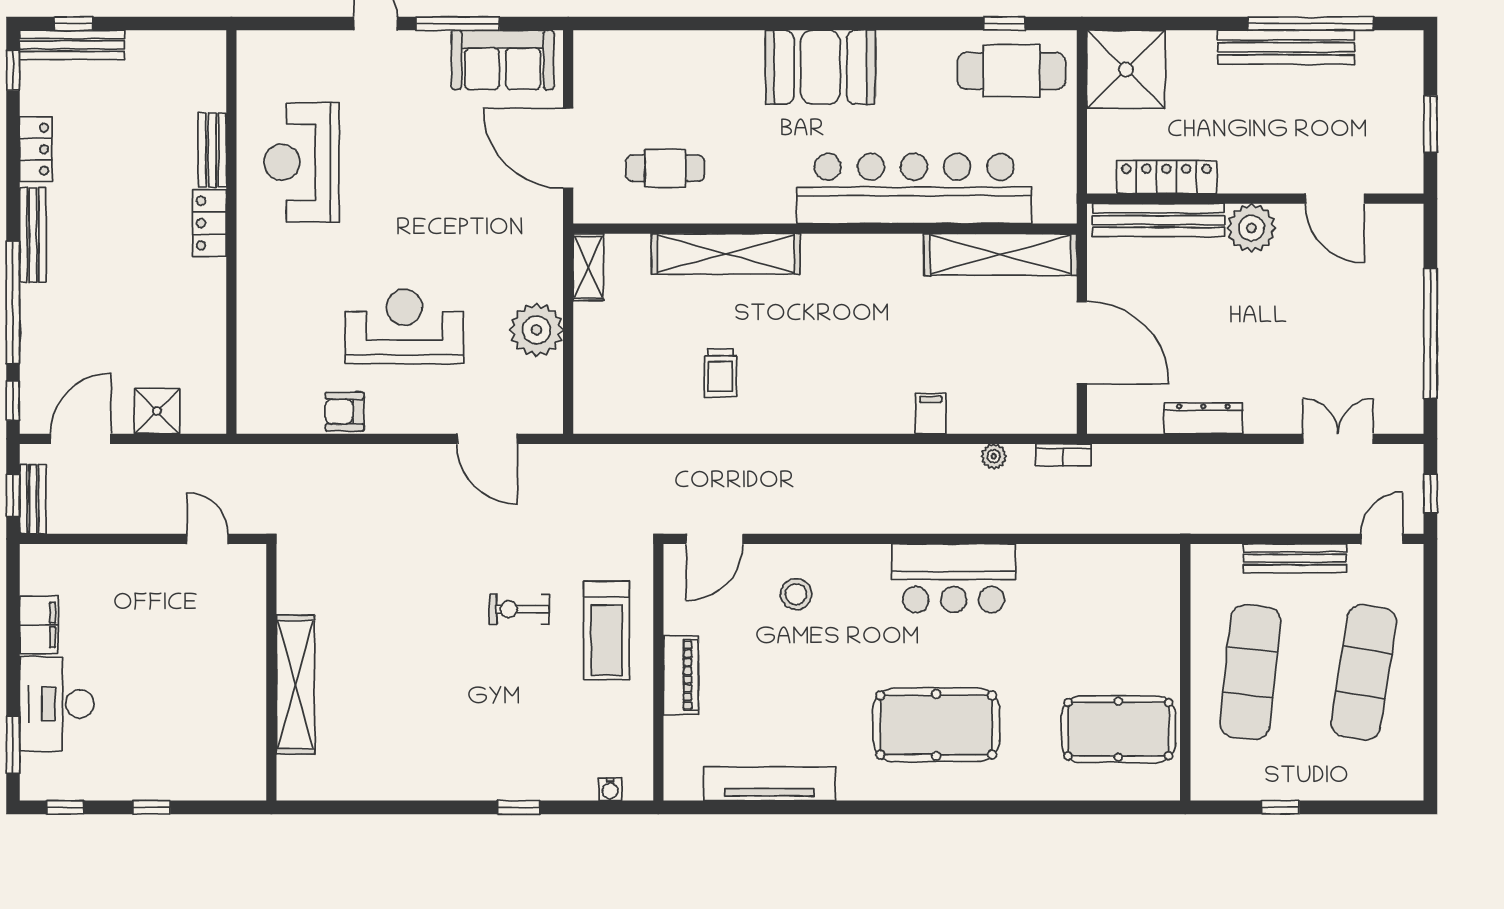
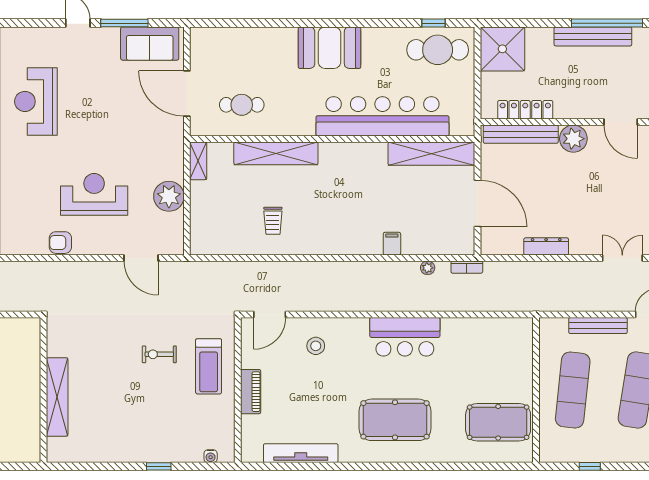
wall: (271, 672) -> (43, 390), moved
shelving: (295, 685) -> (57, 397), moved

